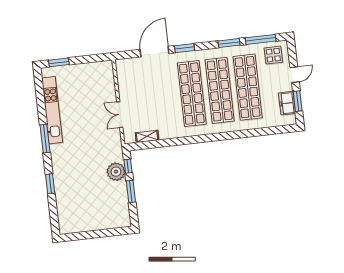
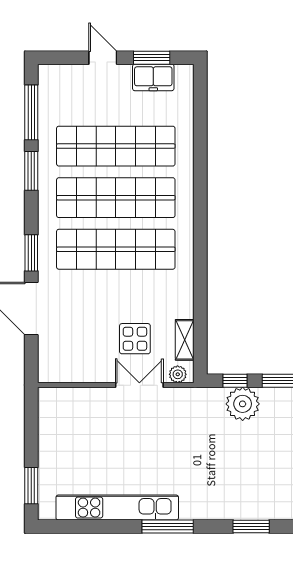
display table: (273, 55) -> (135, 339), moved
double door: (120, 115) -> (139, 385), swing flipped
plant: (128, 135) -> (178, 374), added

